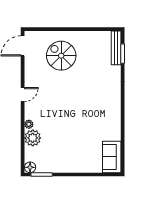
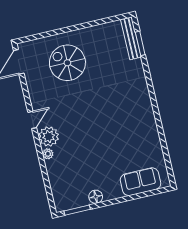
plant: (33, 138) -> (49, 136), moved
sofa: (112, 157) -> (140, 182), moved, turned 90
floor lamp: (30, 167) -> (96, 197), moved

